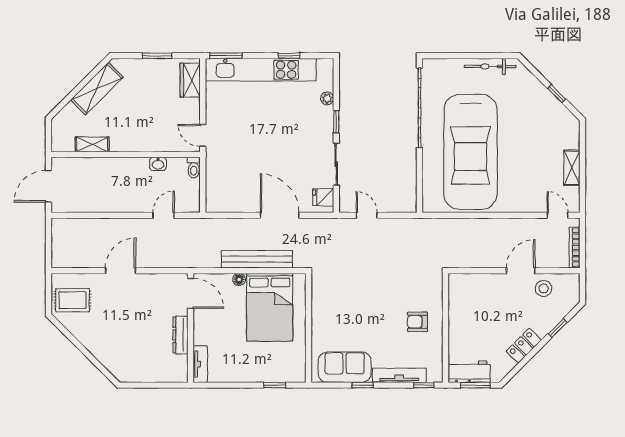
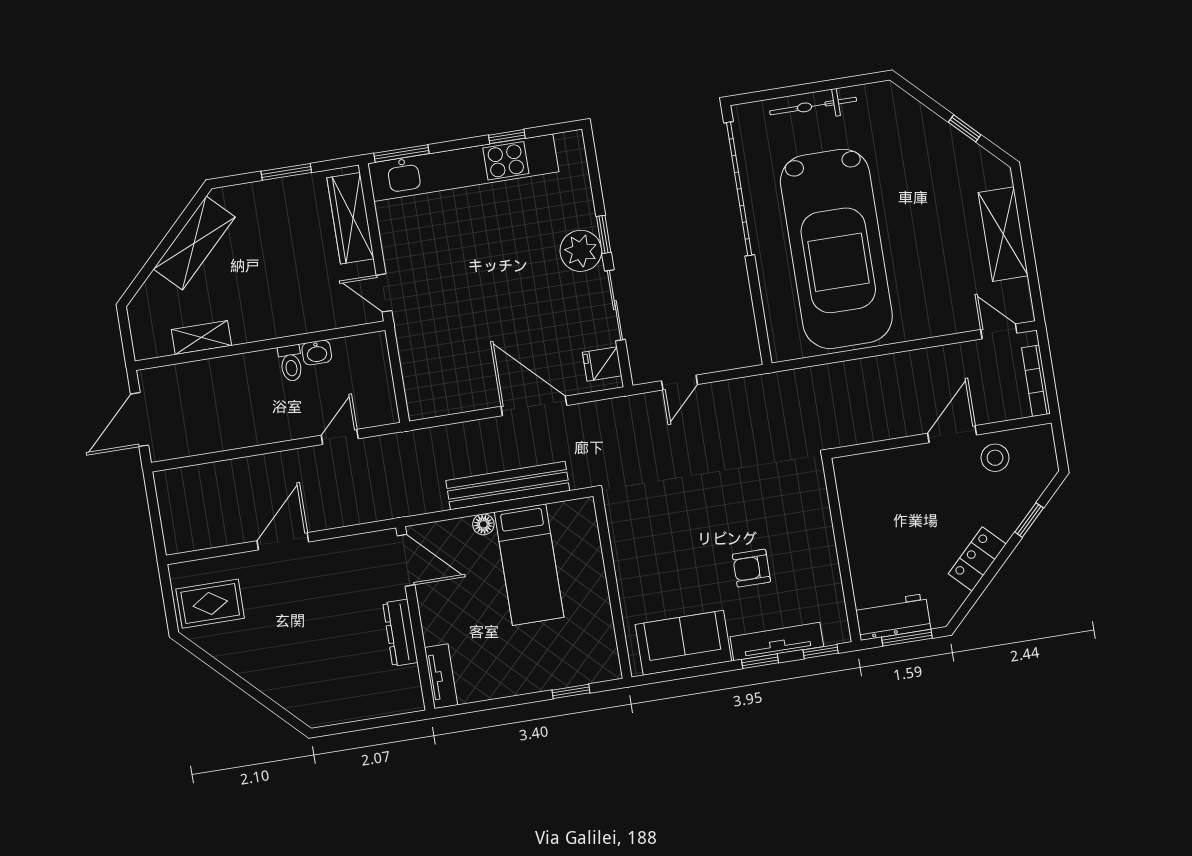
bicycle: (490, 66) -> (813, 106), moved
wardrobe: (190, 80) -> (350, 218), width x1.50
plant: (327, 98) -> (581, 251), moved, width x1.88, depth x1.88
toilet: (194, 168) -> (291, 363), moved
shelving: (572, 168) -> (1003, 234), width x1.50, depth x1.33
door: (367, 215) -> (679, 383), swing flipped
bed: (270, 307) -> (529, 565), width x0.67
armchair: (417, 322) -> (751, 568), moved
window: (363, 385) -> (760, 661), moved

